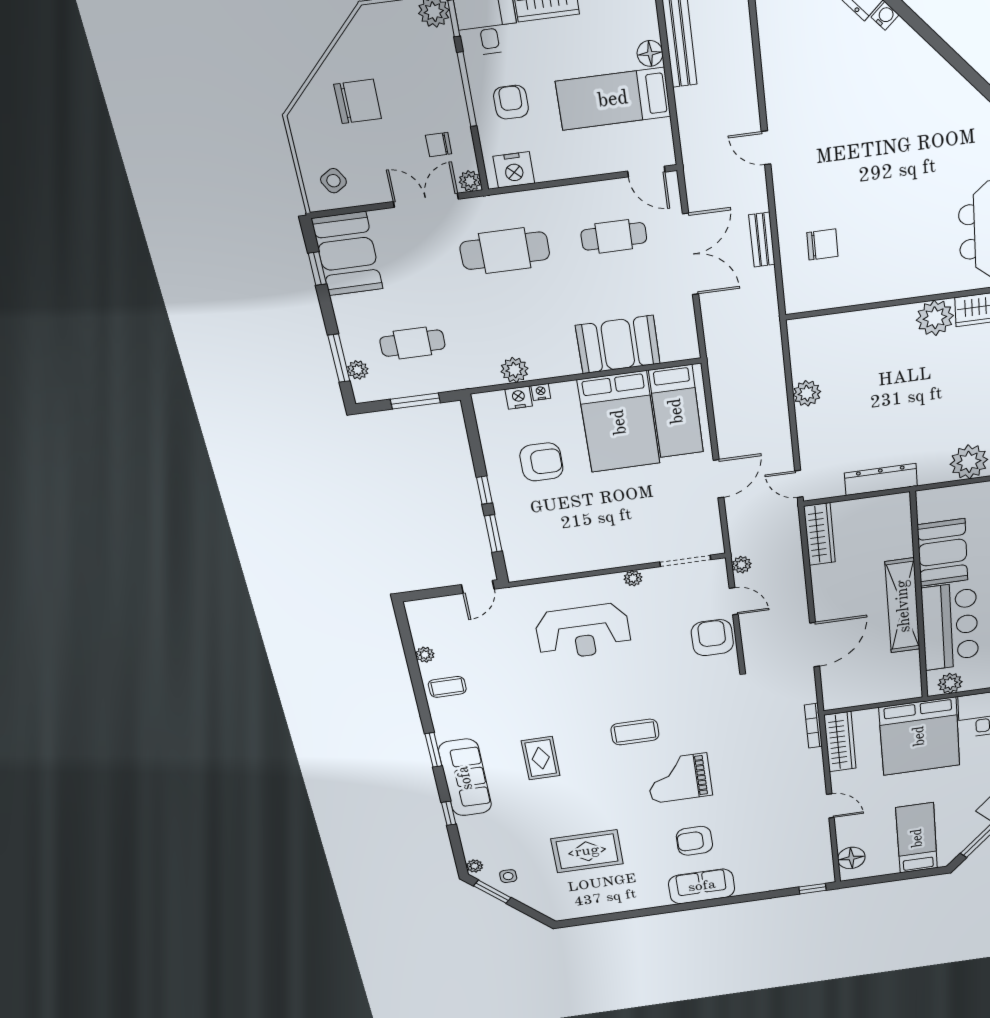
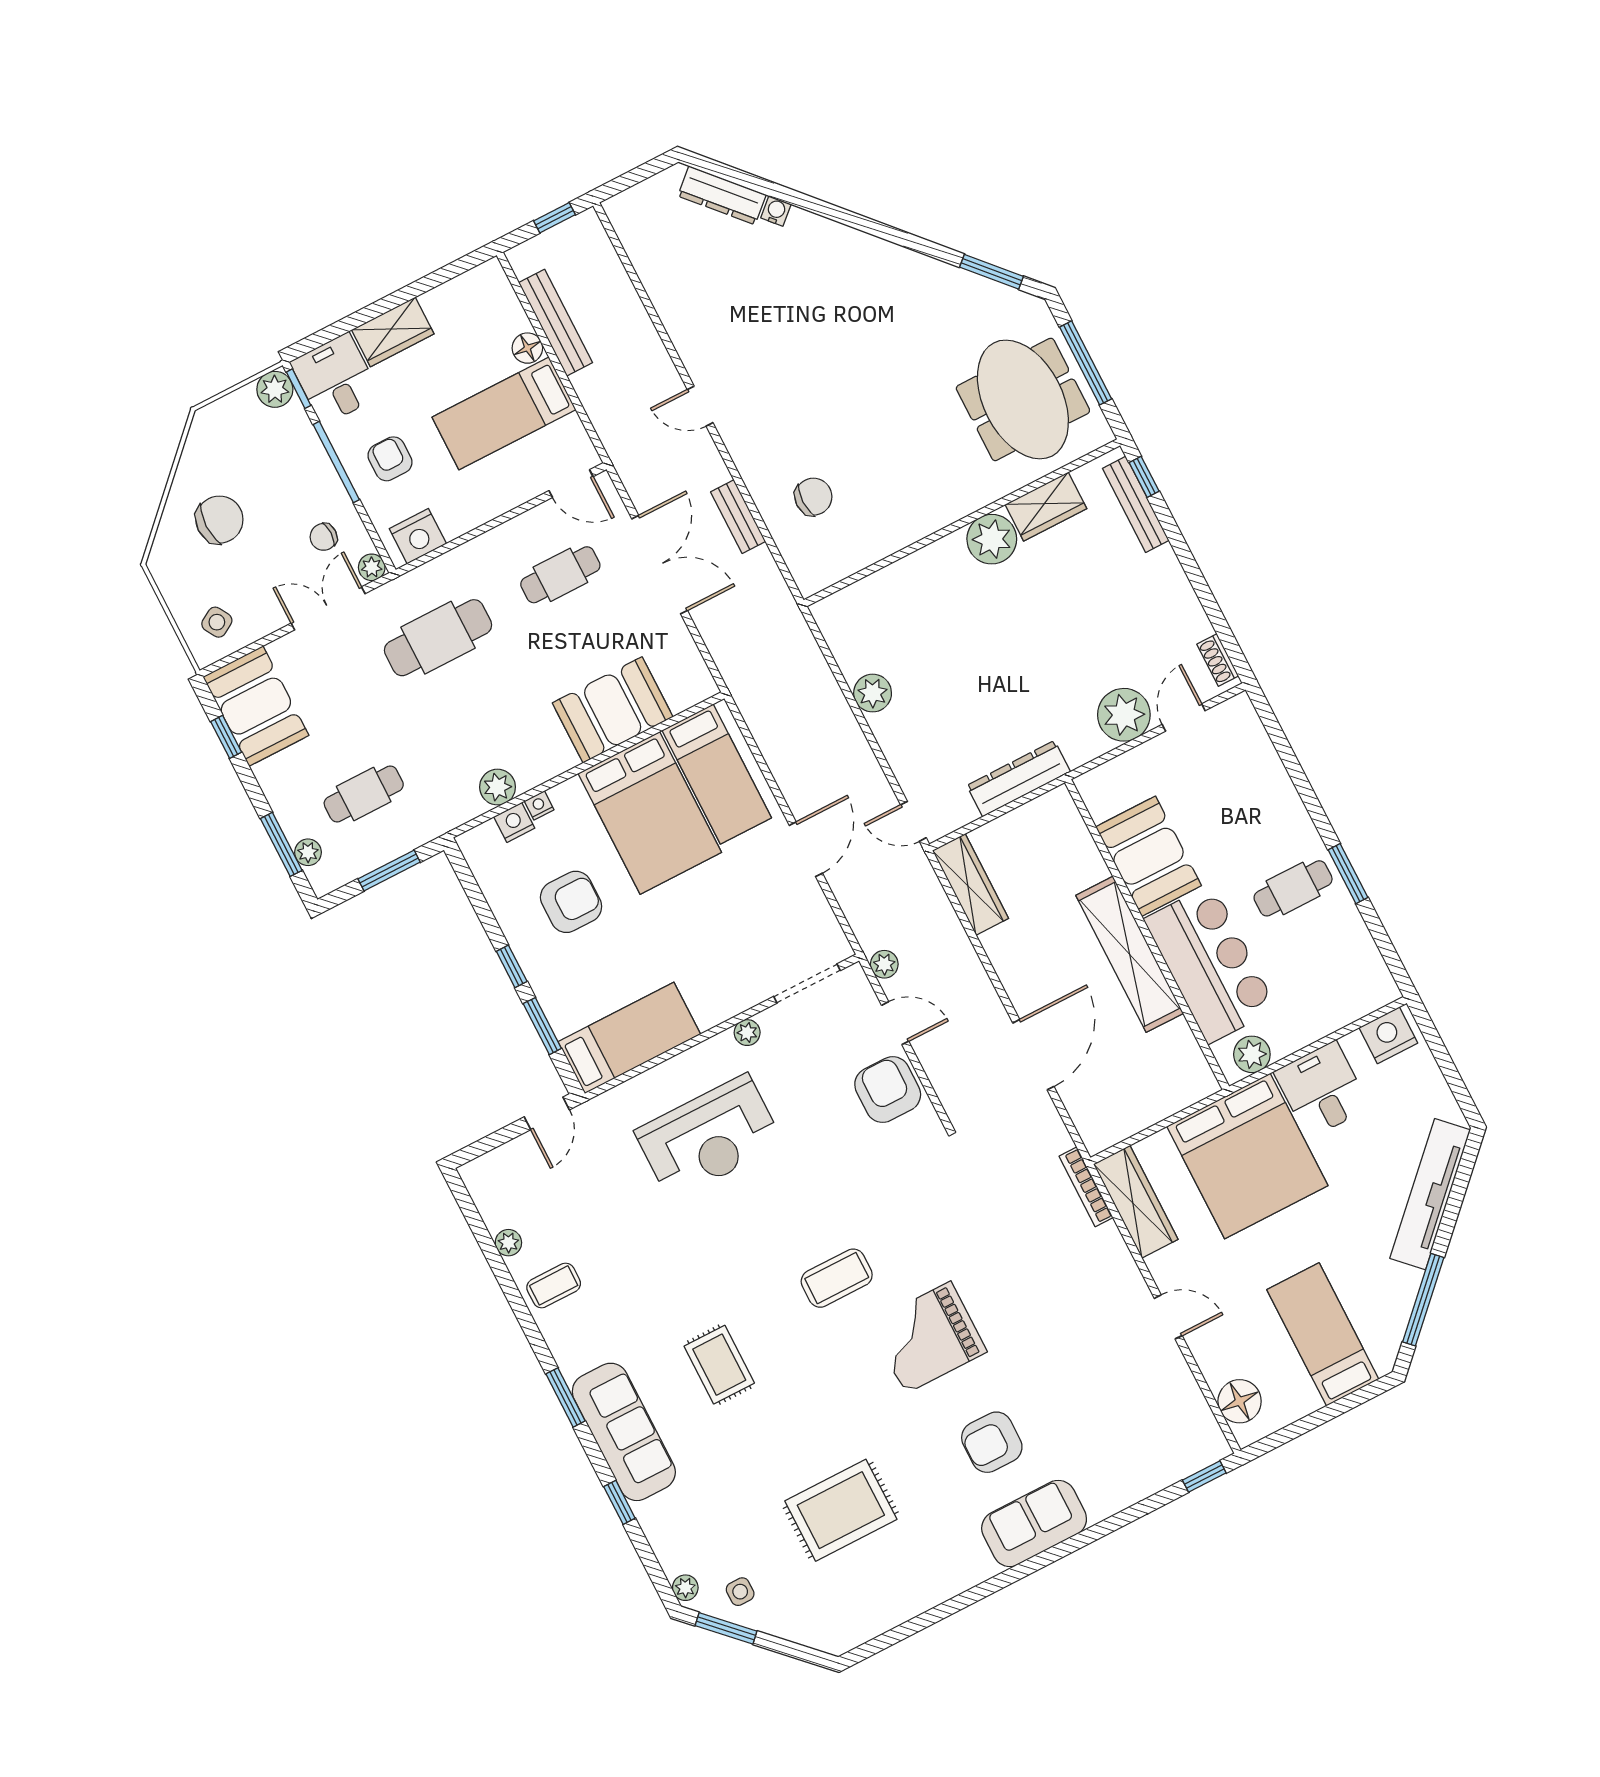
bed: (551, 558) -> (629, 1038), added

